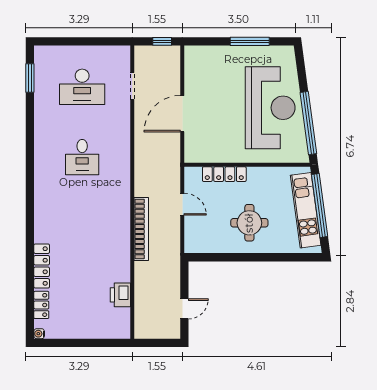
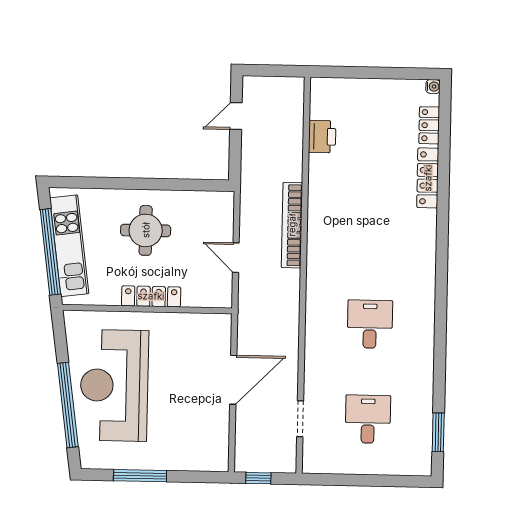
desk: (82, 87) -> (368, 419), width x0.73
window: (308, 123) -> (68, 405), moved
locker: (224, 174) -> (151, 296), moved

